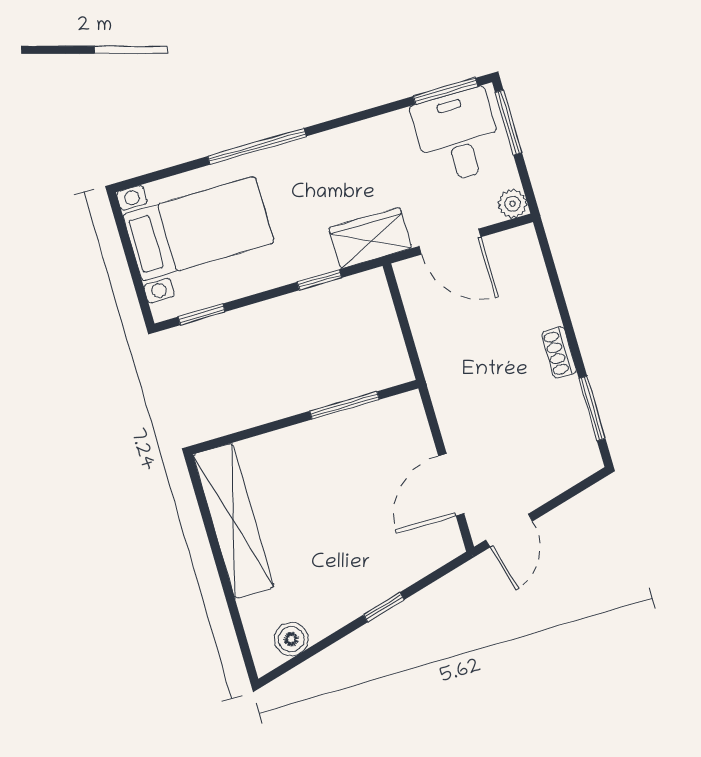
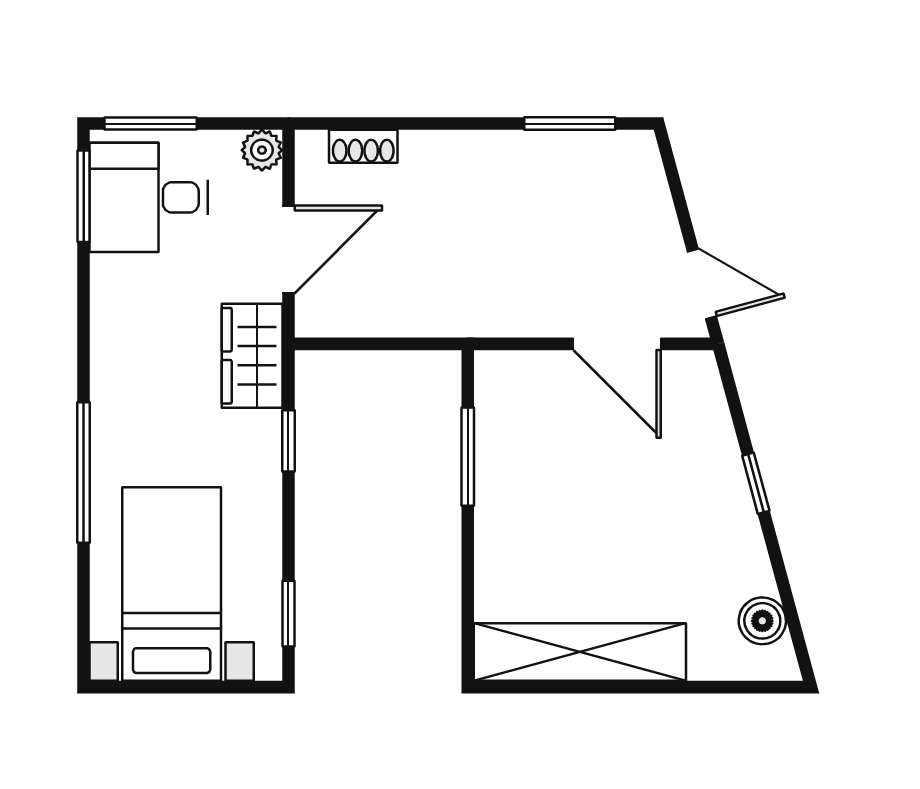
shoe rack: (559, 352) -> (363, 146), moved

